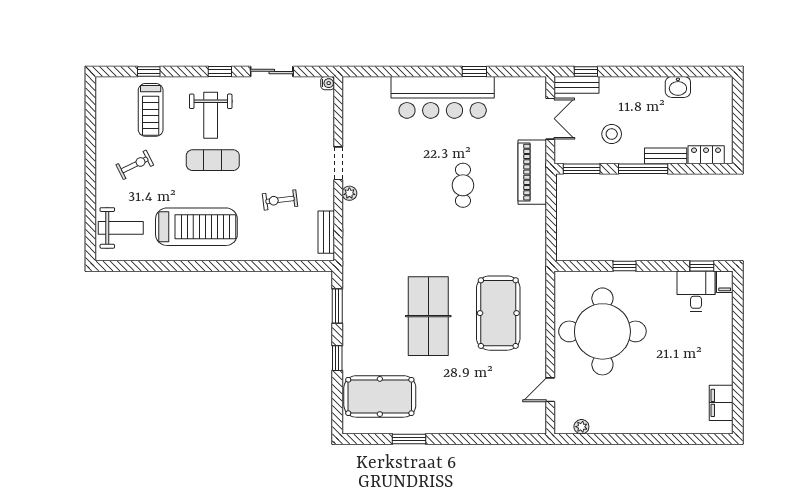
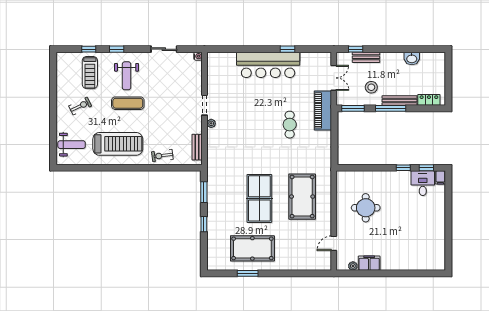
window: (220, 71) -> (117, 49), moved
bench: (576, 85) -> (366, 57), moved
bench: (666, 156) -> (400, 101), width x1.36
cafe table: (463, 185) -> (290, 125), moved
exercise bike: (280, 200) -> (162, 156), moved
window: (625, 266) -> (403, 168), moved
round table: (602, 331) -> (366, 208), width x0.54, depth x0.54
pool table: (380, 396) -> (252, 248), moved
filing cabinet: (721, 403) -> (369, 263), moved, turned 90

